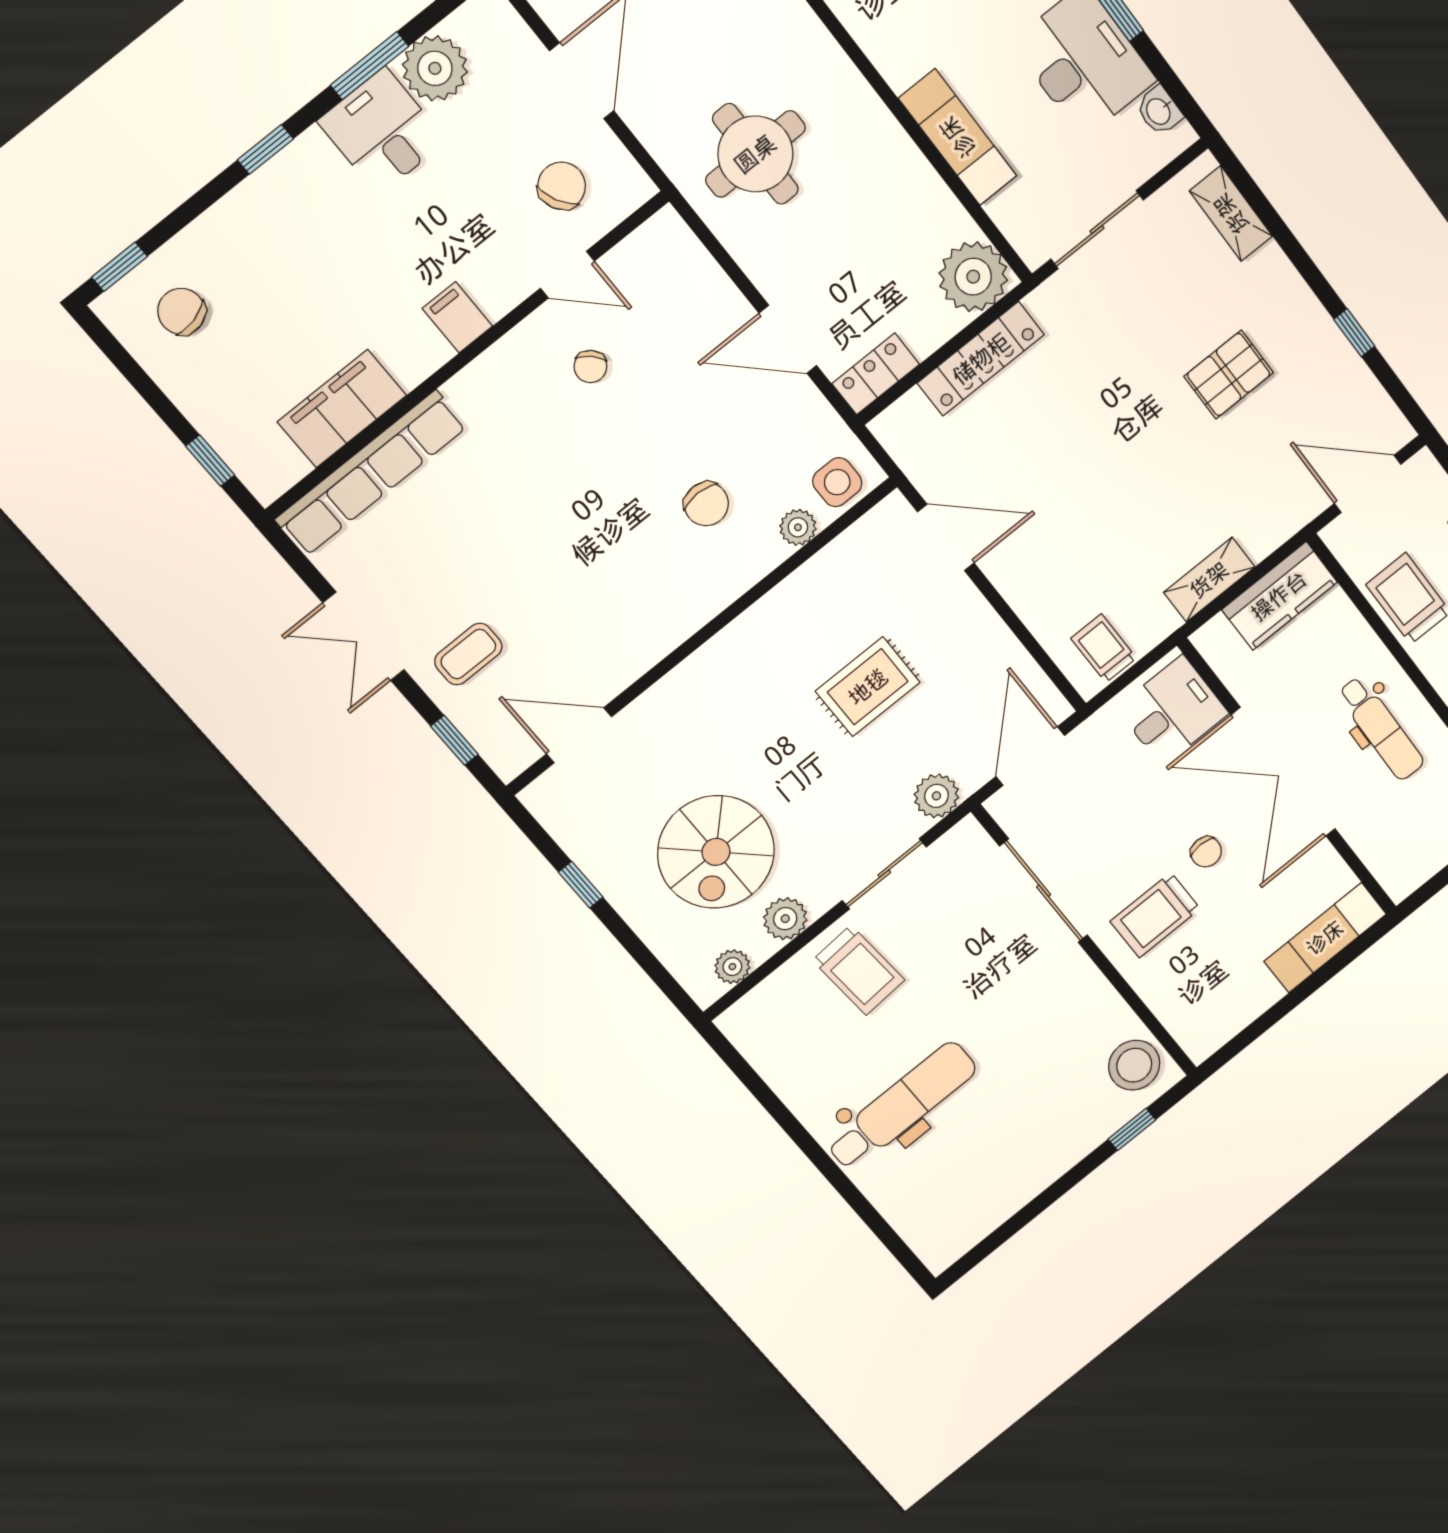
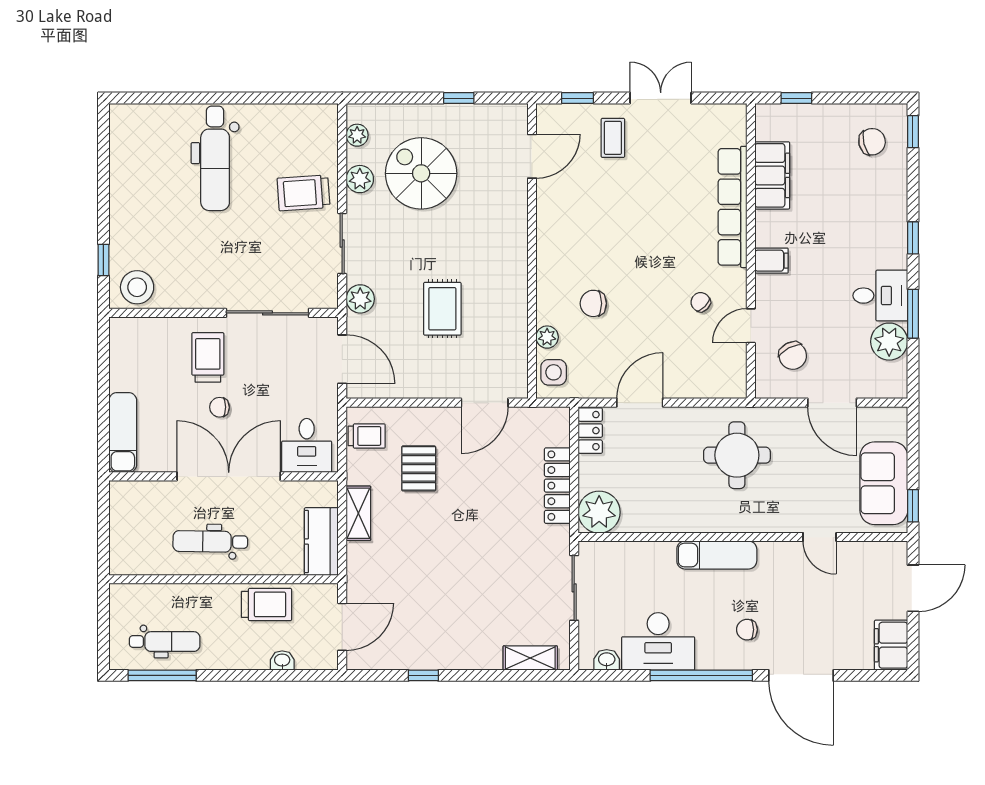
exam couch: (958, 137) -> (717, 555), moved
pallet: (1229, 374) -> (419, 468), moved
row of seats: (371, 473) -> (733, 207), moved

